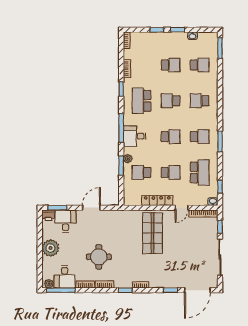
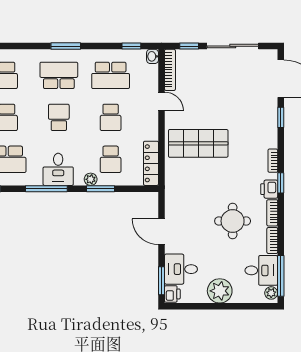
school desk: (200, 137) -> (59, 75), width x1.85
school desk: (171, 172) -> (111, 117), turned 180
school desk: (200, 172) -> (111, 75), turned 180
locker: (157, 200) -> (151, 163), moved
printer: (121, 282) -> (269, 189), added

